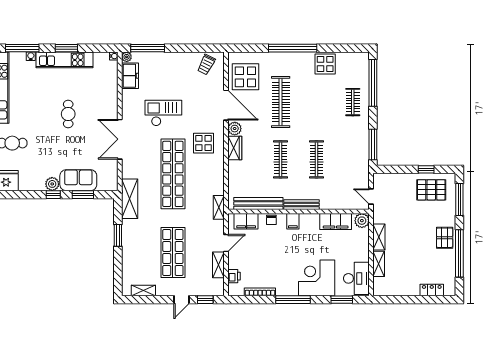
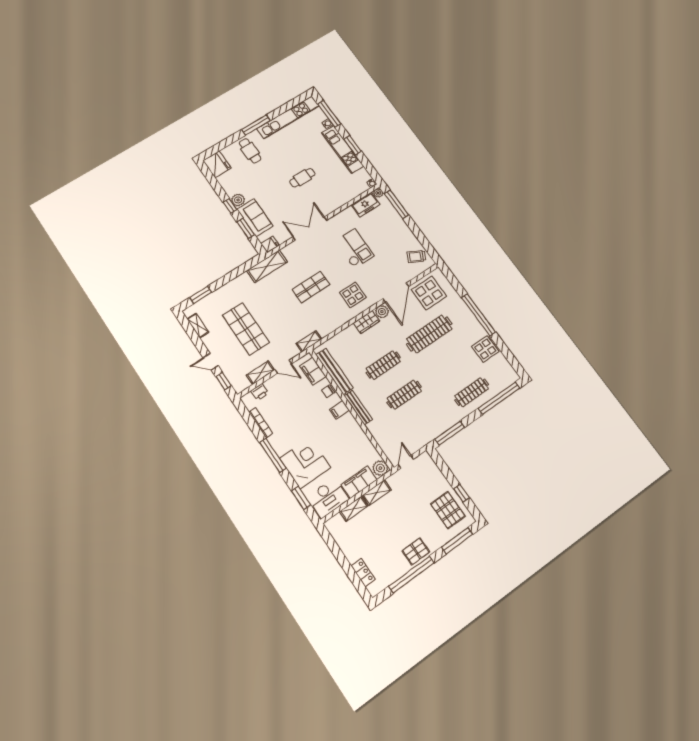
clothes rail: (353, 102) -> (472, 392), width x1.36
shop shelf: (173, 174) -> (311, 287), width x0.50, depth x0.74
fridge: (112, 183) -> (270, 245), added
filing cabinet: (336, 221) -> (359, 482), moved, turned 90
window: (118, 235) -> (201, 295), moved
shop shelf: (173, 252) -> (246, 329), turned 90

